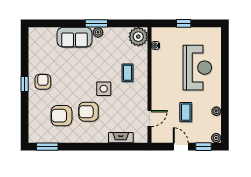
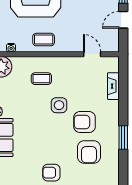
armchair: (88, 112) -> (85, 122), turned 90
coffee table: (186, 112) -> (44, 40), moved
window: (47, 147) -> (123, 137), moved

